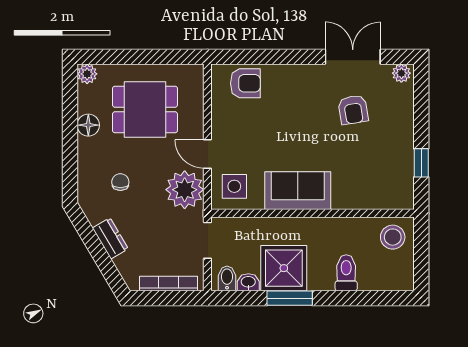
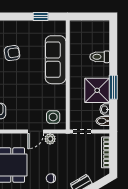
plant: (185, 190) -> (50, 139), width x0.53, depth x0.53
sofa: (298, 191) -> (56, 60), moved, width x1.36
stool: (393, 237) -> (80, 32), removed

